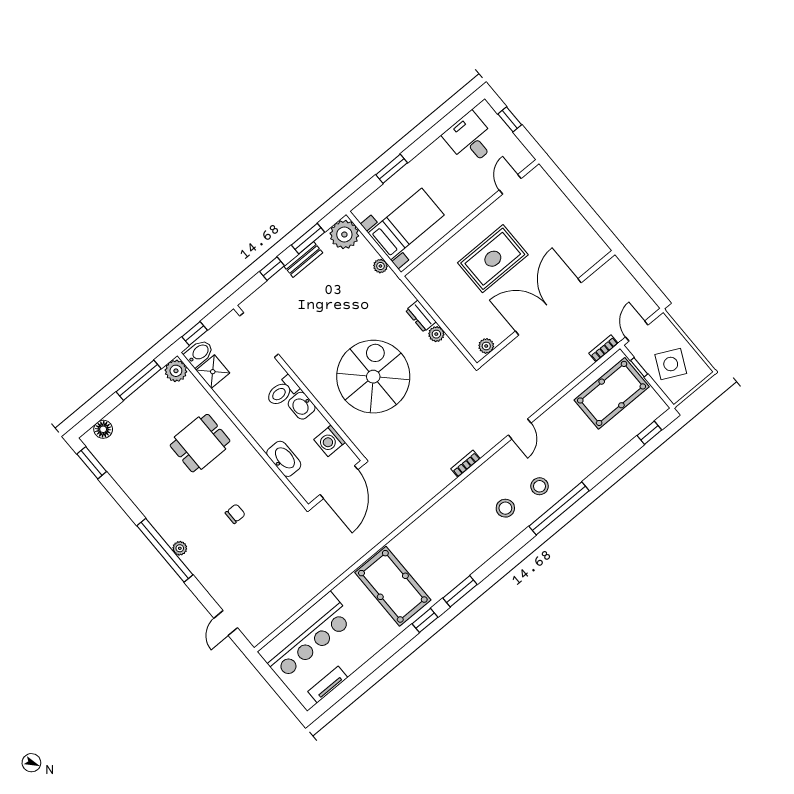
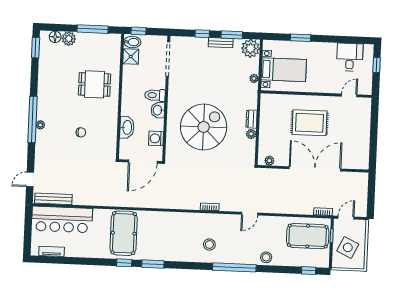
plant: (176, 371) -> (69, 39), moved
stool: (540, 486) -> (266, 257), moved
bench: (274, 621) -> (53, 199), added

